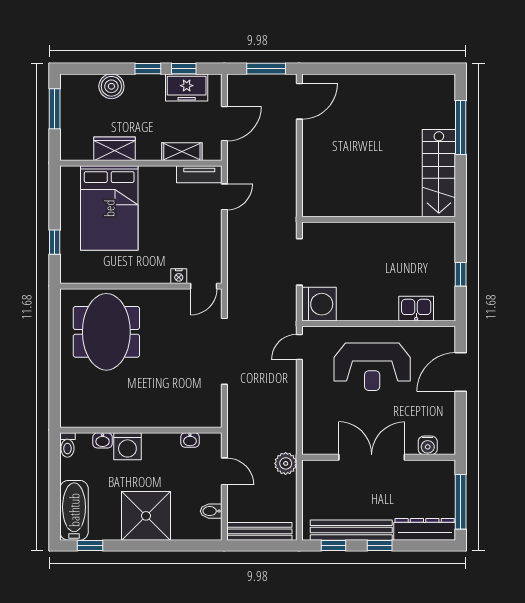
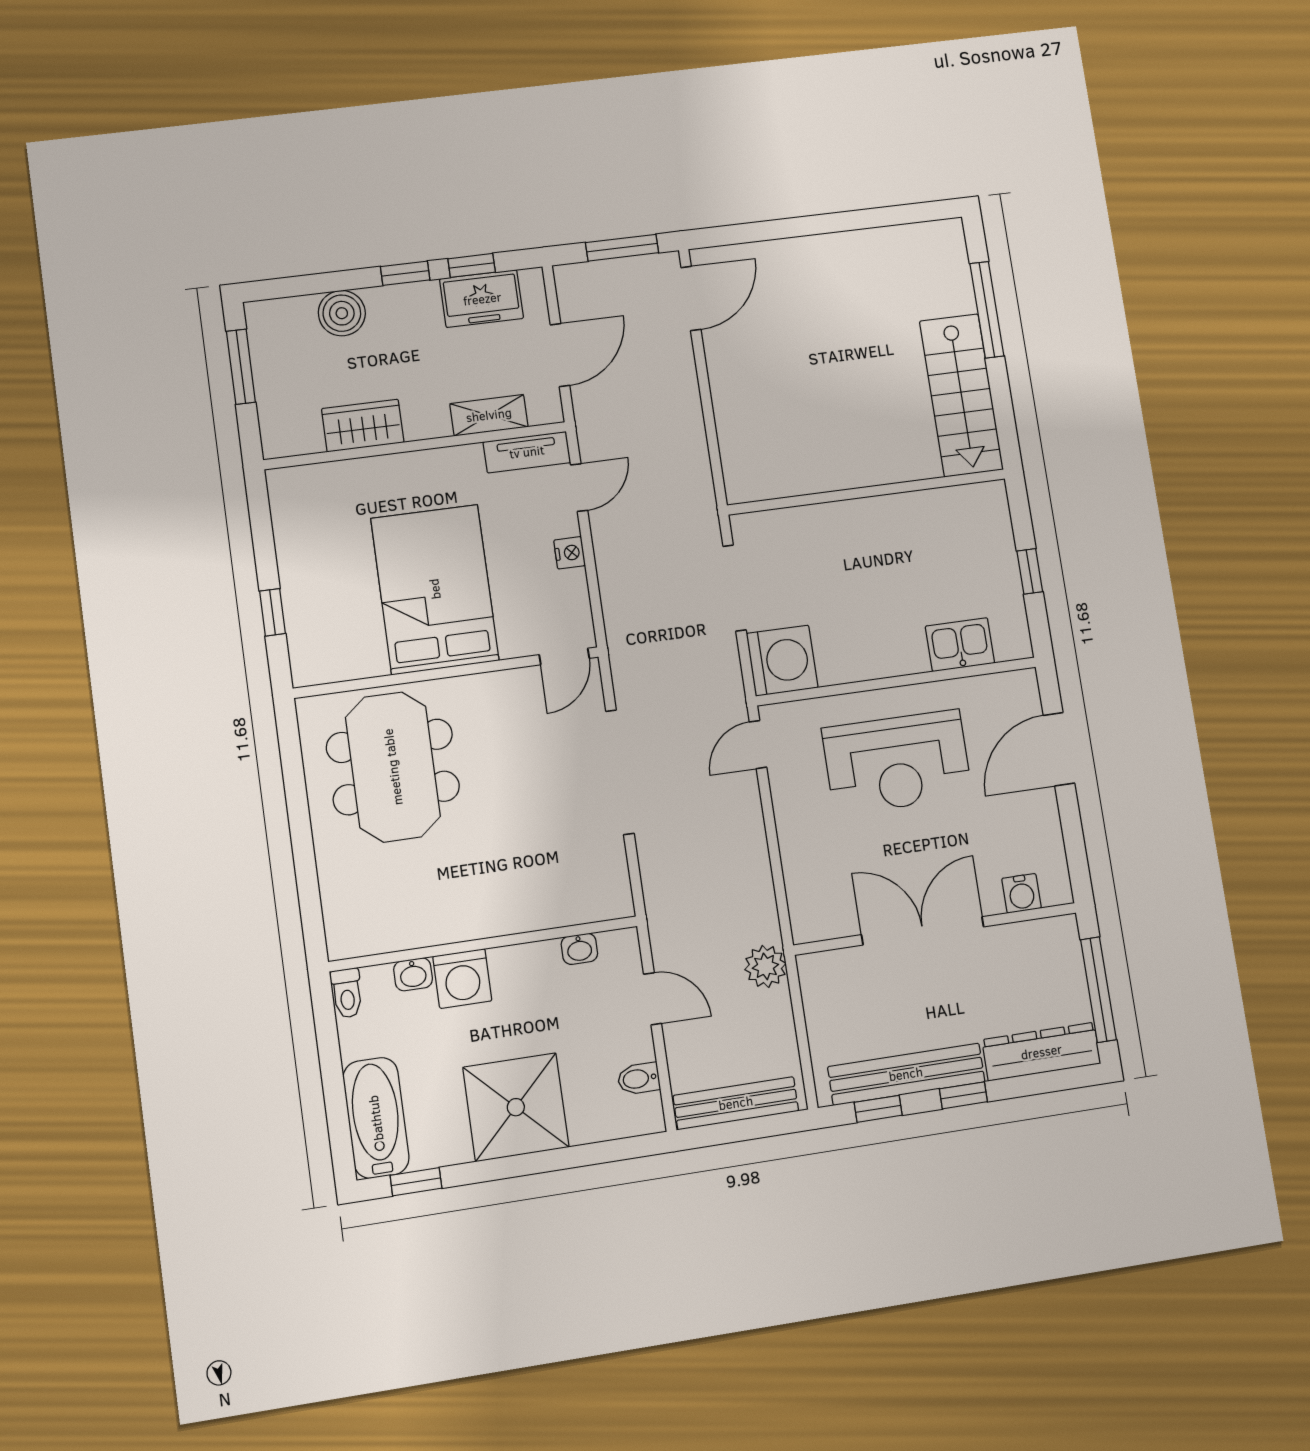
bed: (109, 208) -> (435, 589), moved, turned 180
nightstand: (179, 276) -> (570, 553), moved, turned -90

